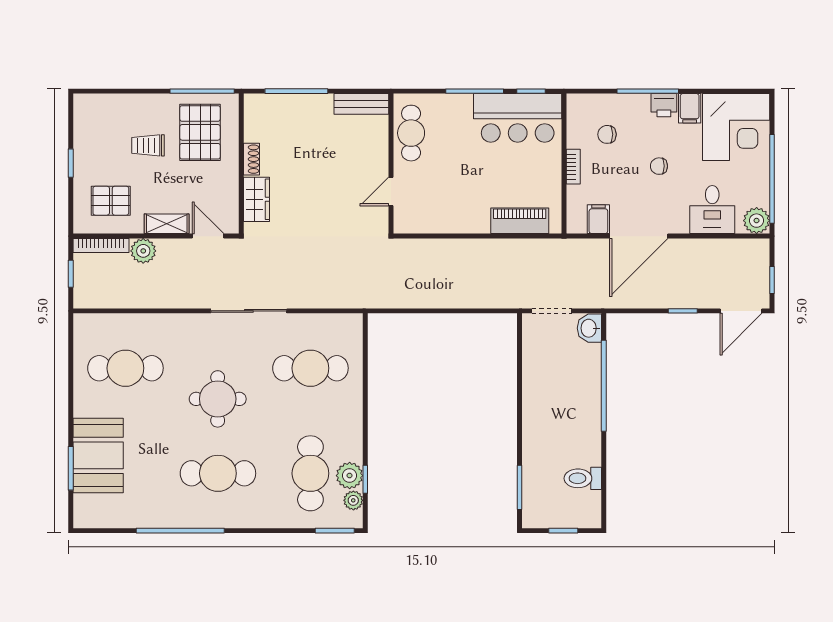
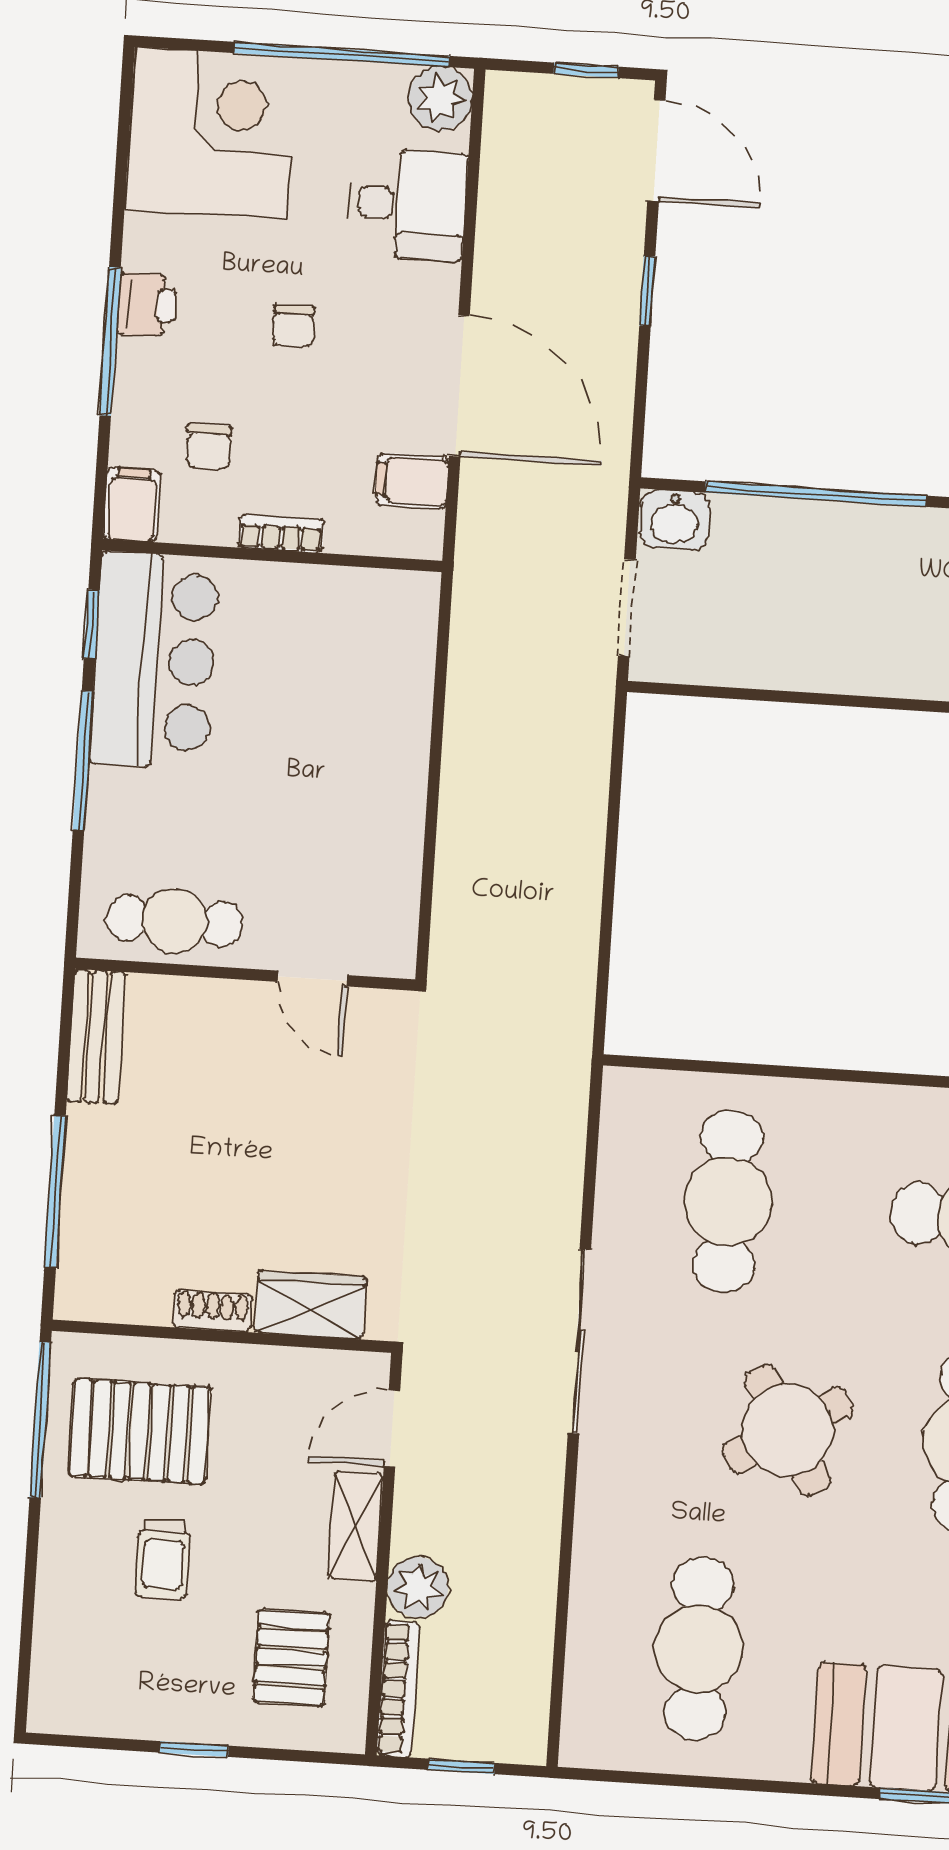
filing cabinet: (690, 108) -> (132, 505), moved, turned -90
piano: (520, 221) -> (404, 672), removed
round table: (218, 399) -> (788, 1430), turned -31

